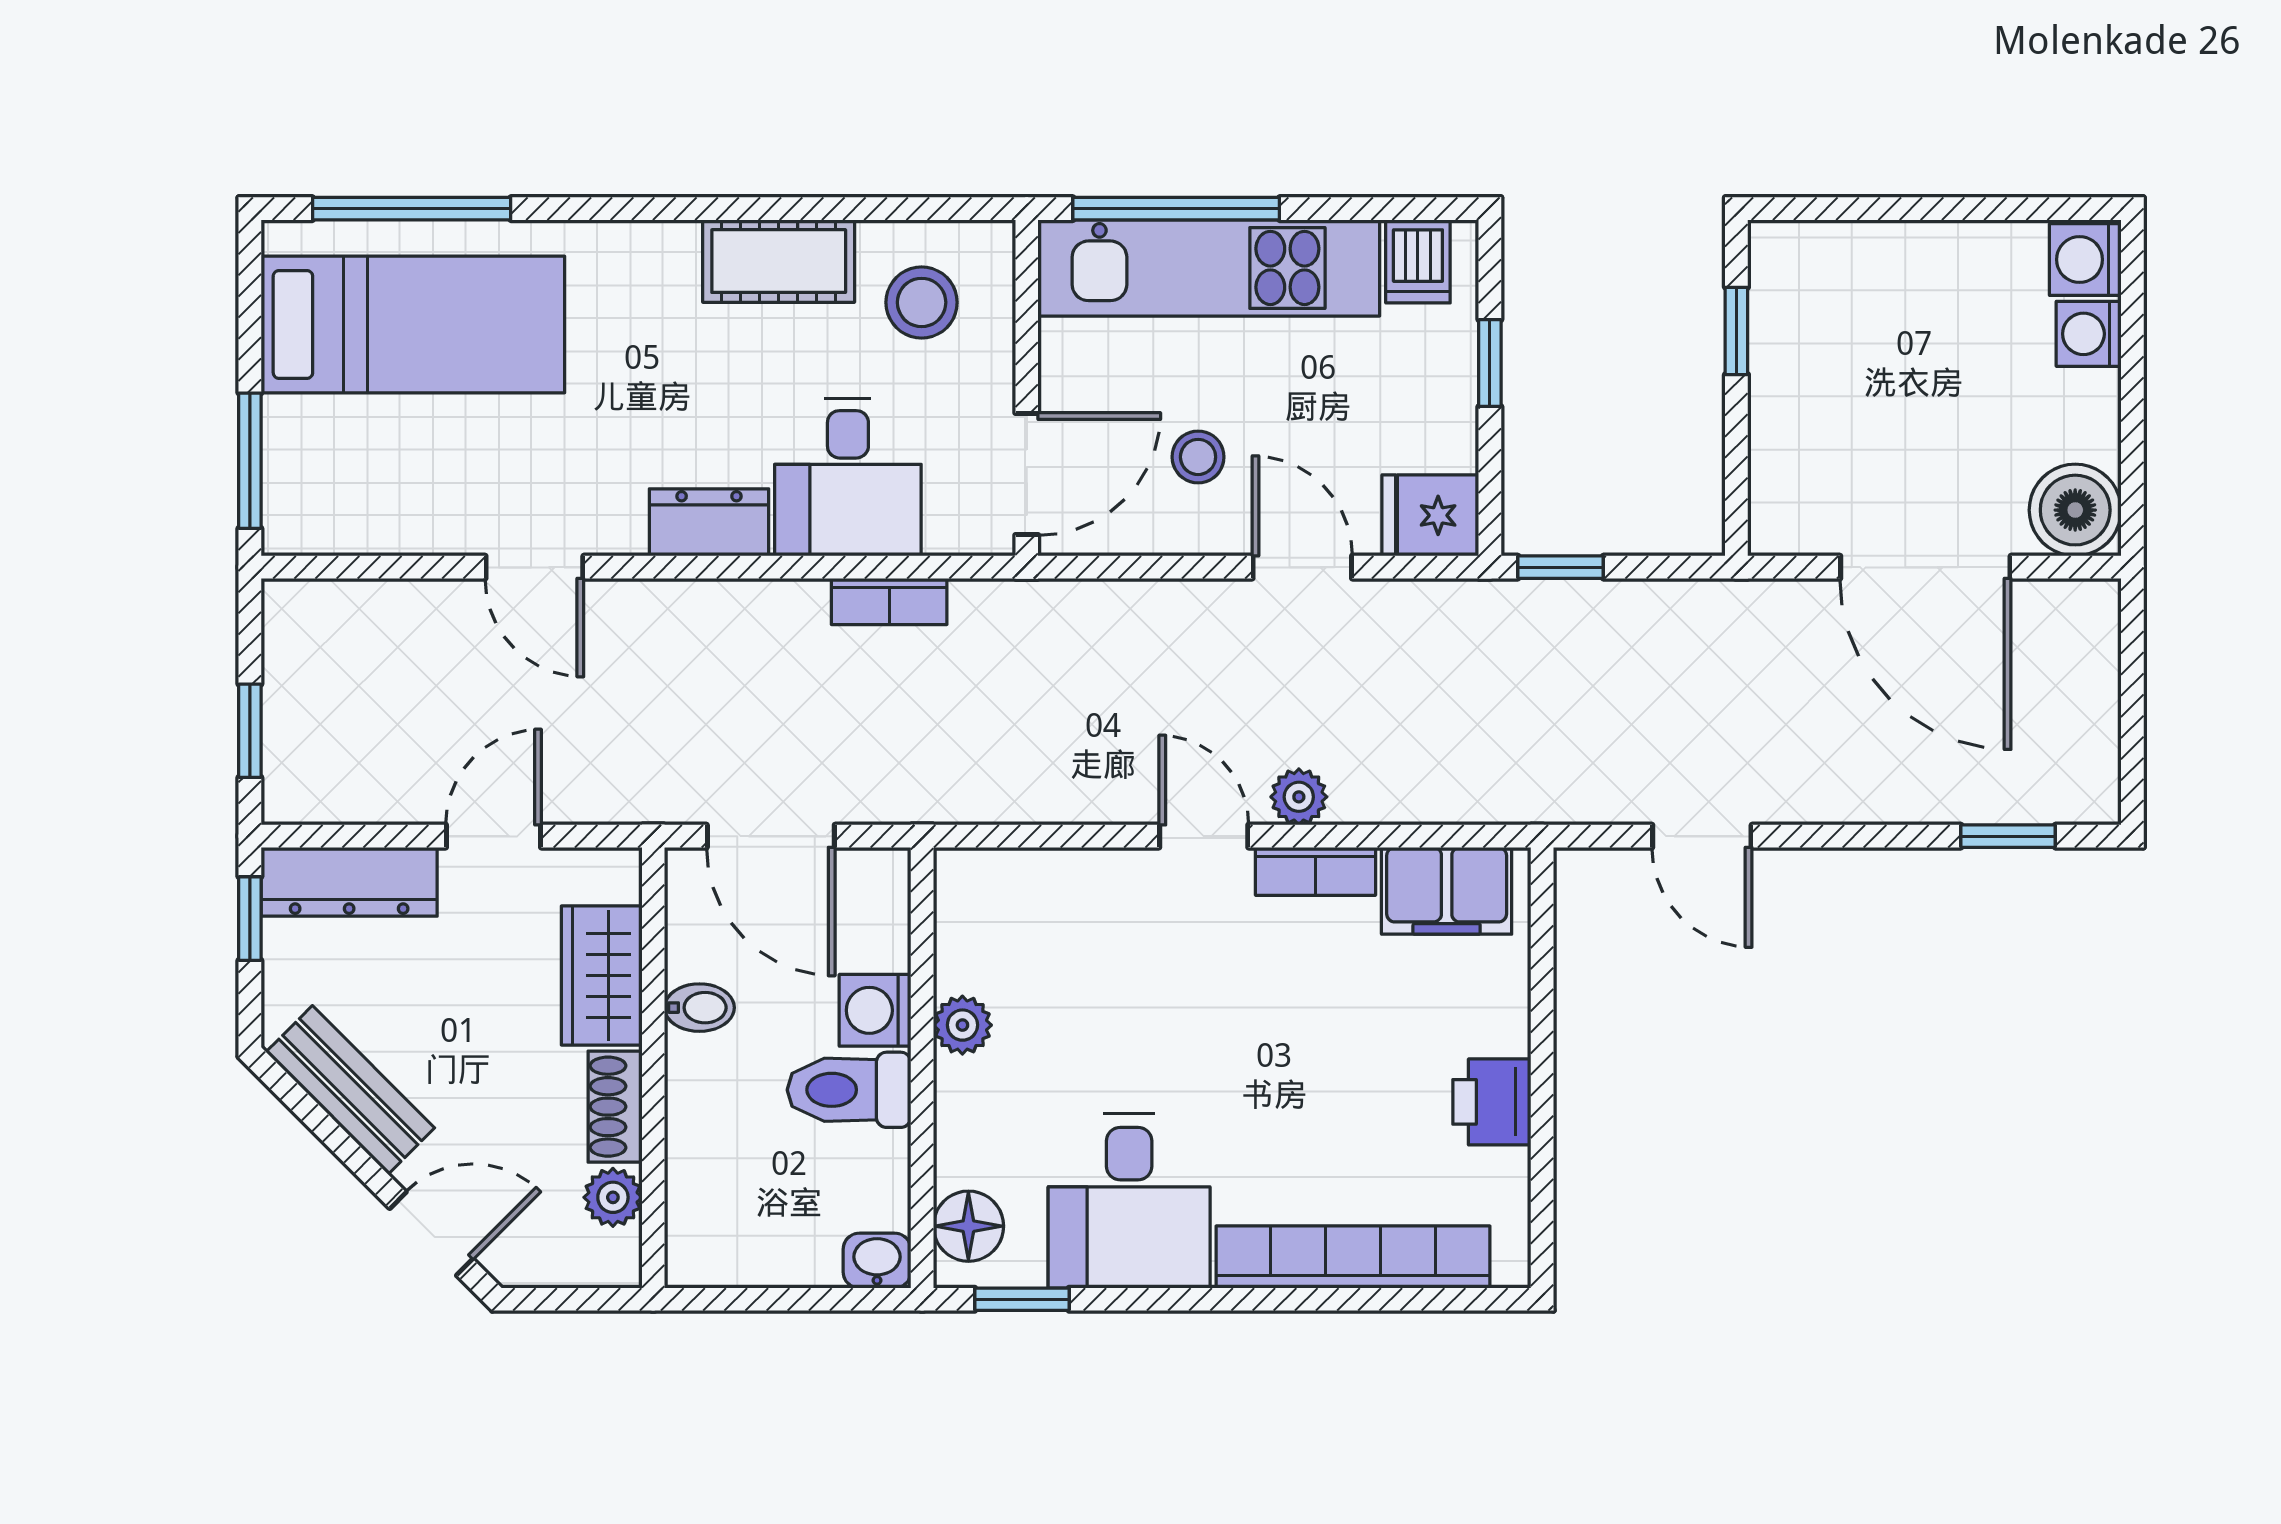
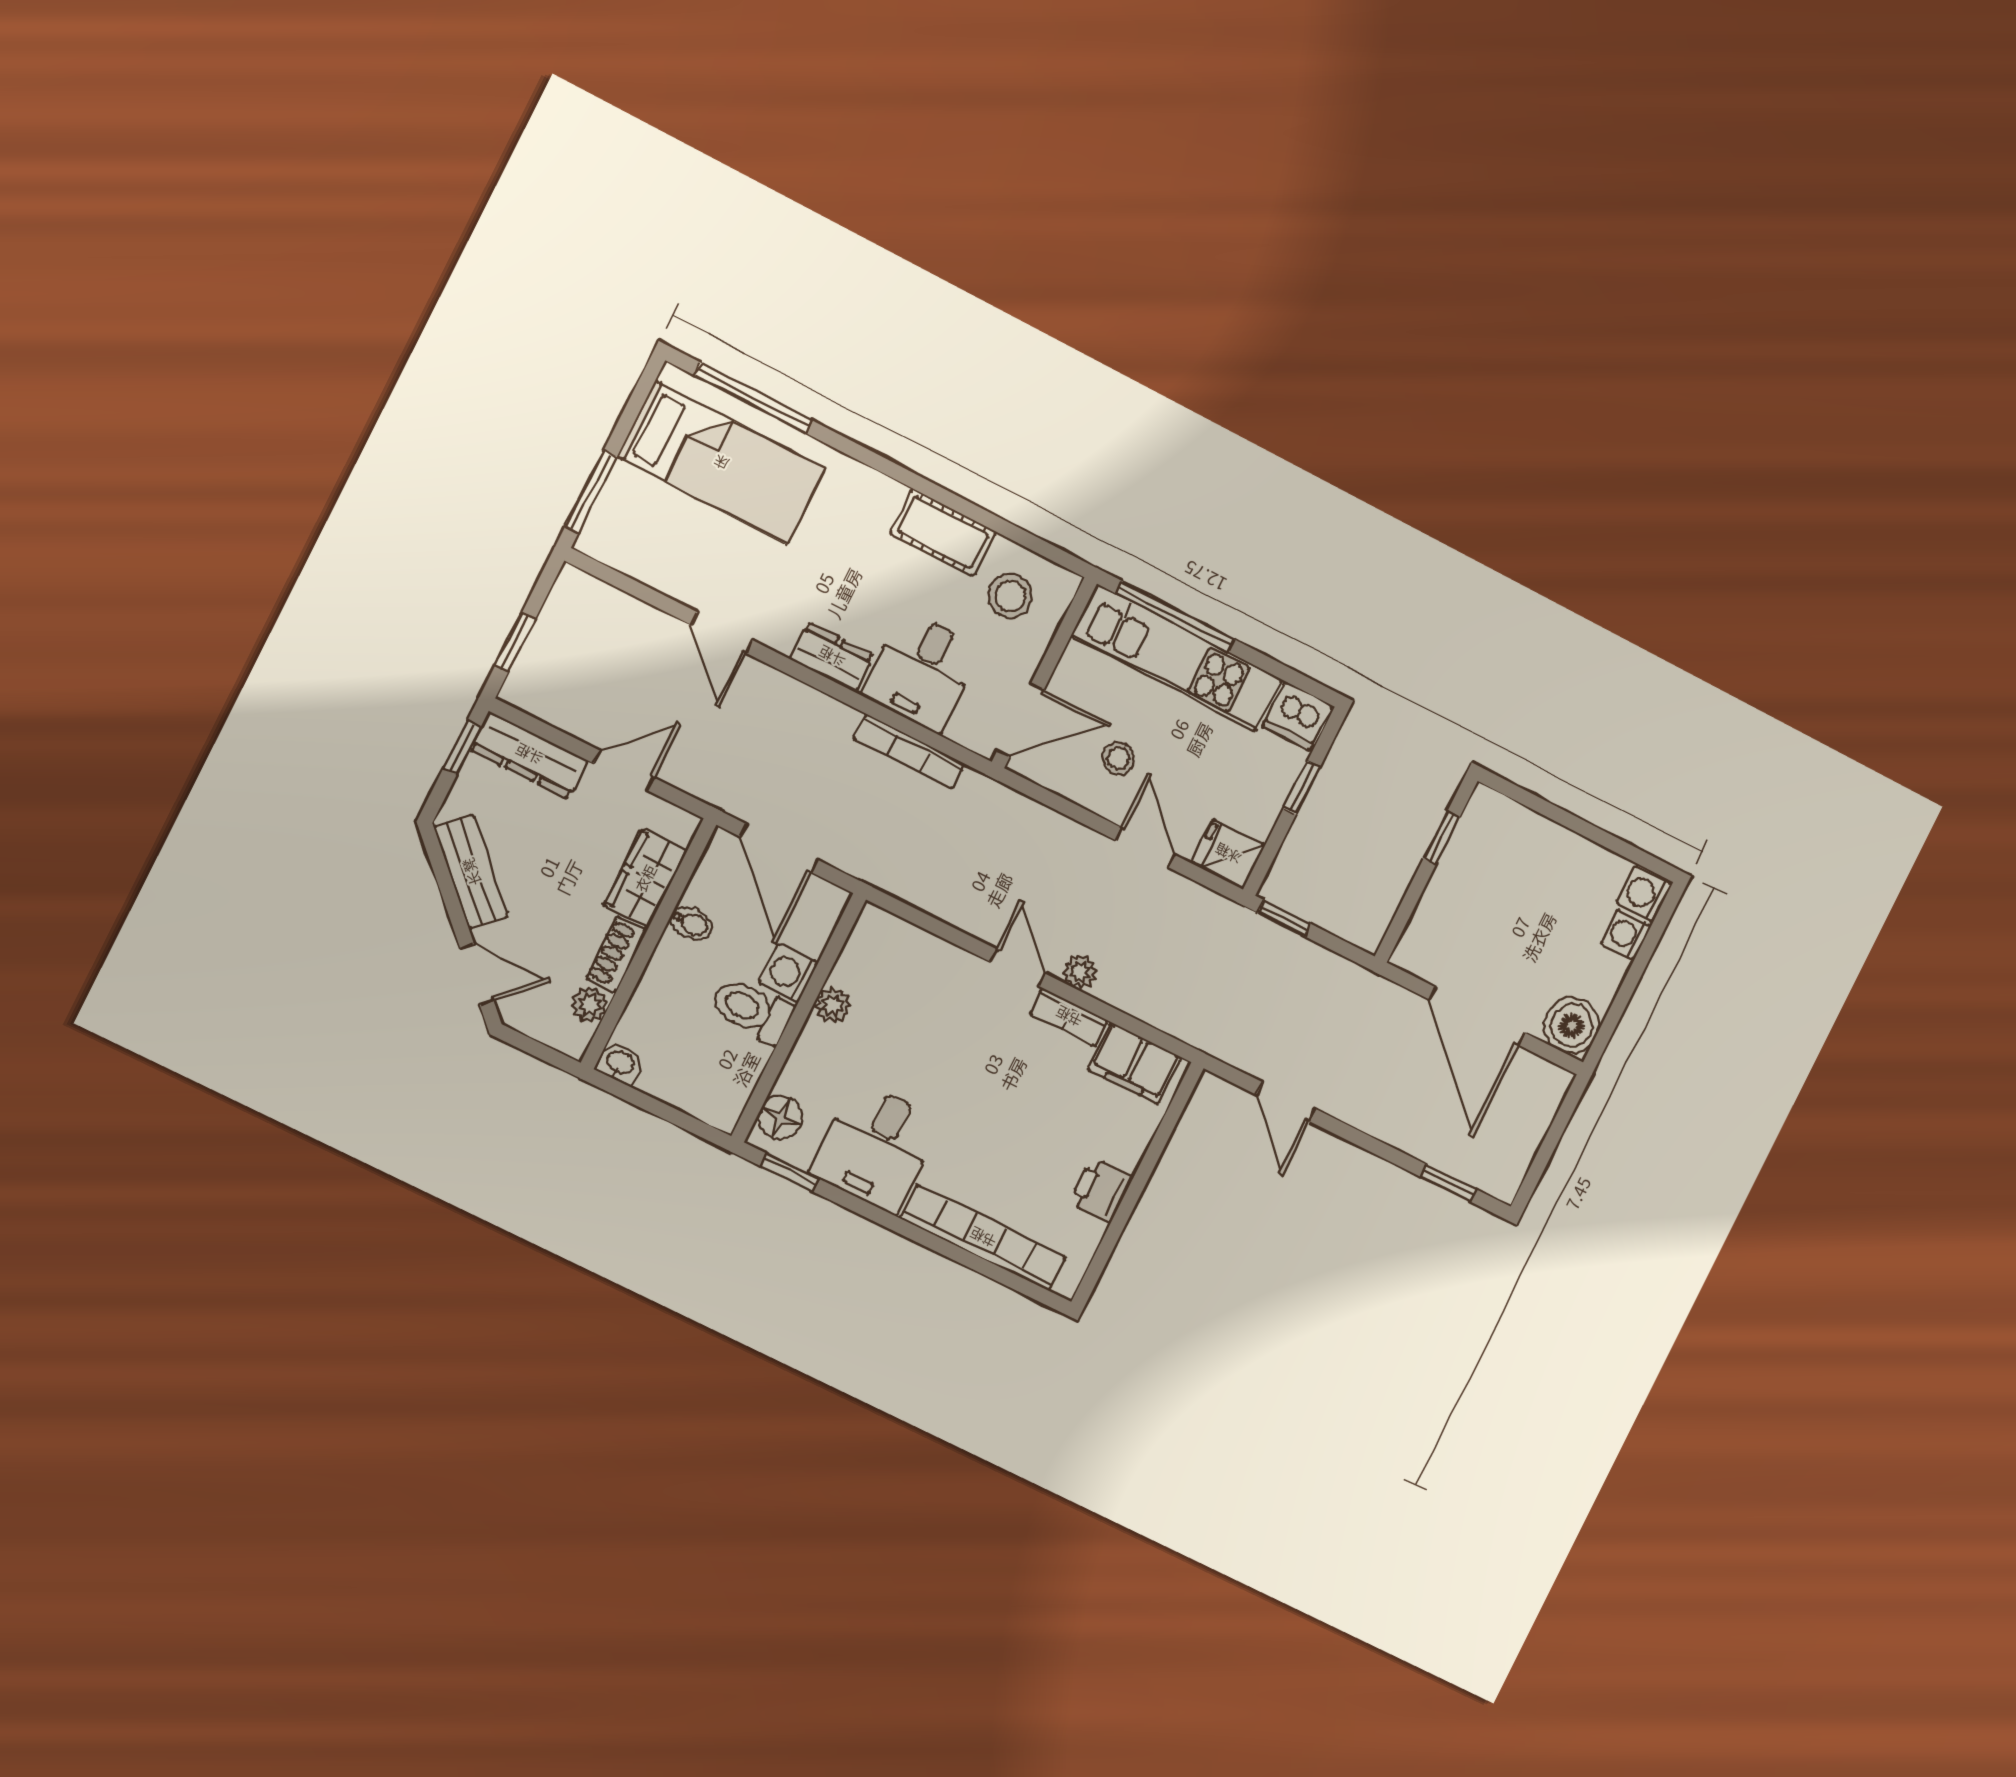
dishwasher: (1418, 261) -> (1297, 716), width x1.38
bookcase: (889, 601) -> (910, 752), width x1.56
washbasin: (877, 1261) -> (620, 1063), moved

